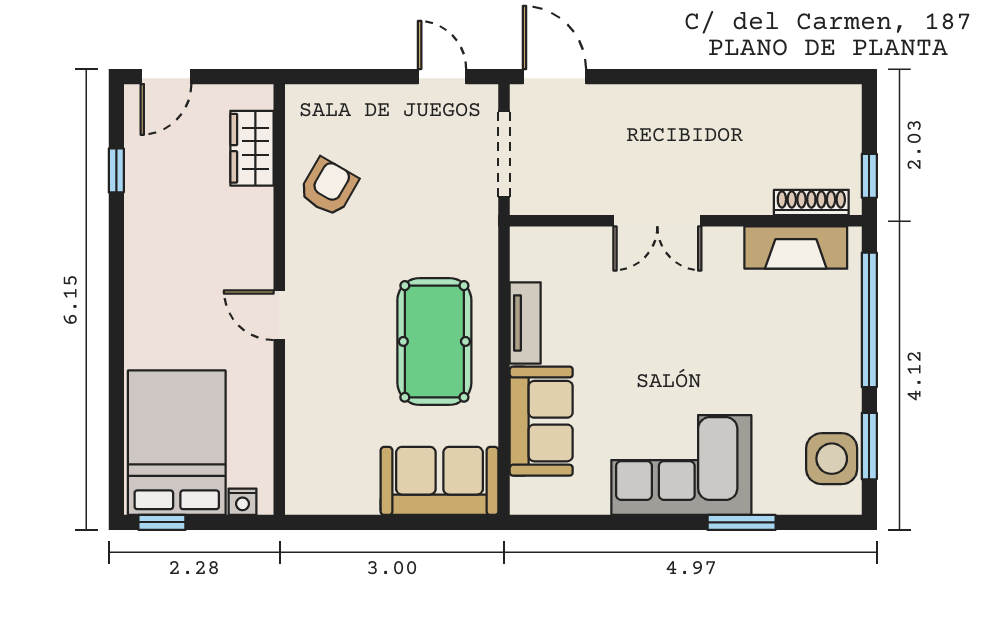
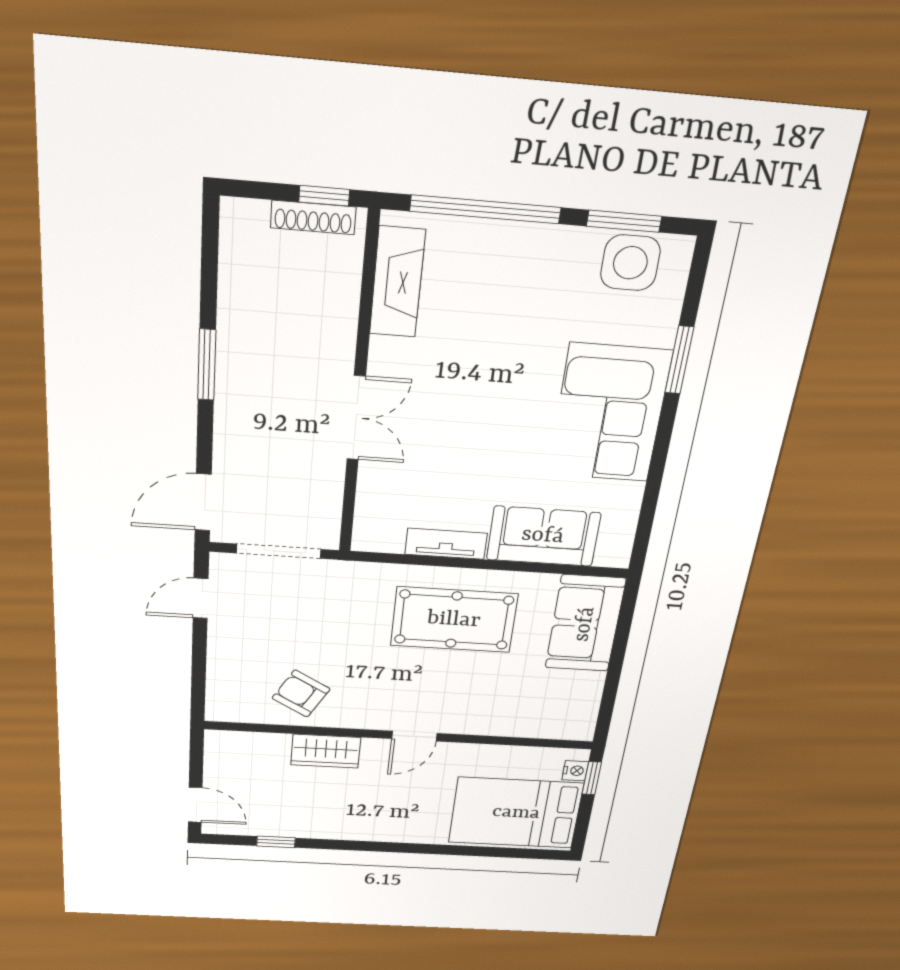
window: (701, 77) -> (207, 365), added
wardrobe: (252, 148) -> (326, 751), moved
shoe rack: (811, 203) -> (313, 217), moved, turned -90
window: (162, 522) -> (592, 778), moved

